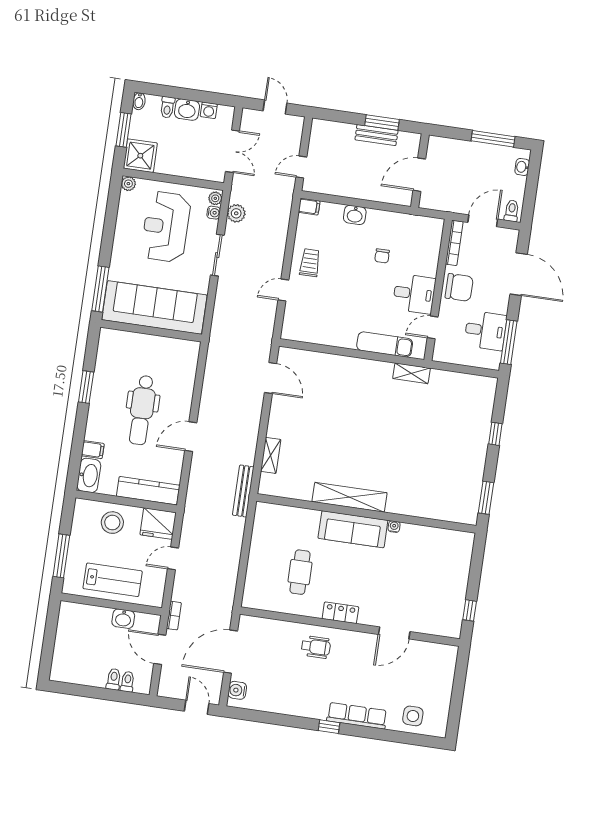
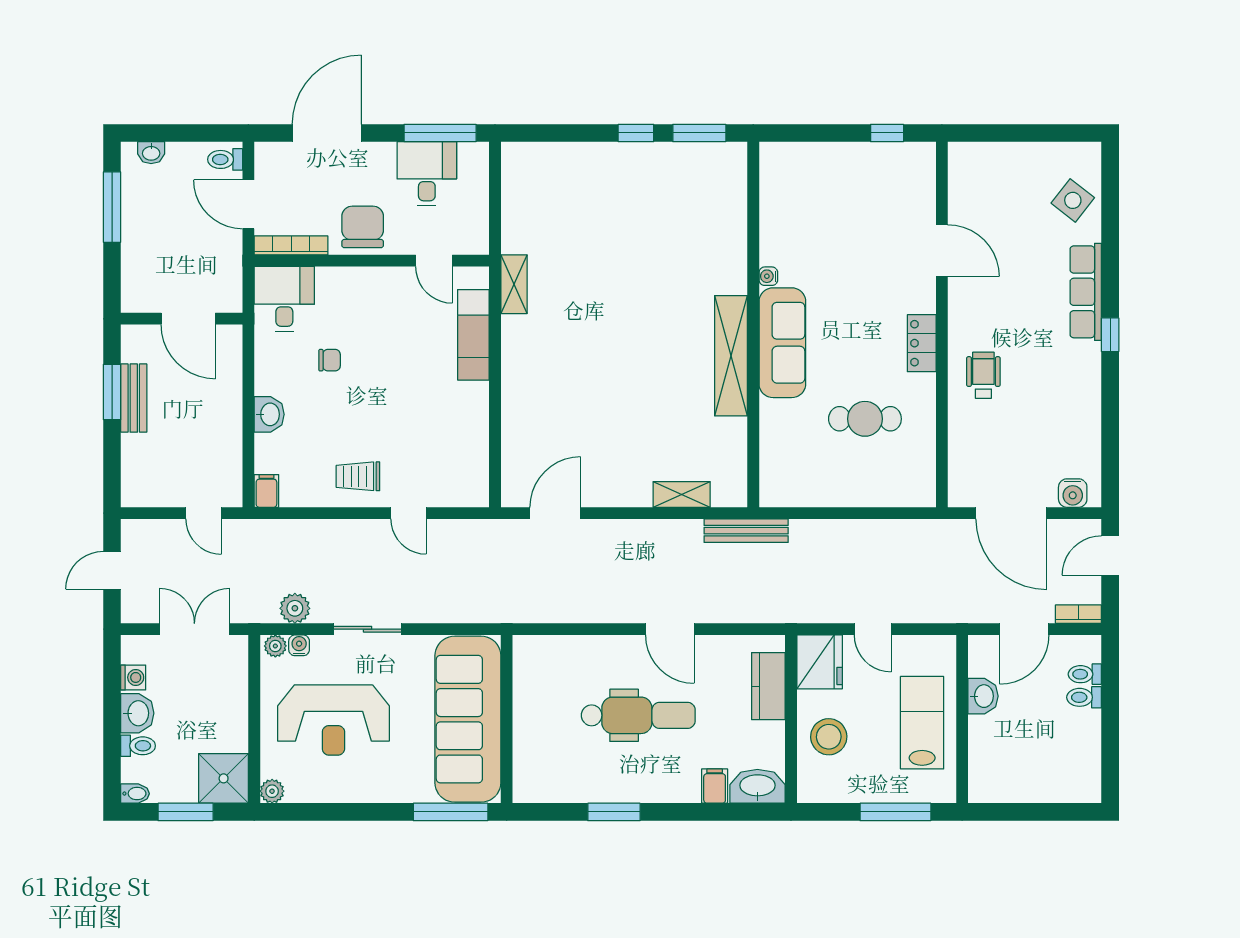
desk: (414, 294) -> (284, 299), moved
window: (495, 434) -> (636, 133), moved
kitchen counter: (148, 491) -> (768, 686), width x0.67
bookcase: (174, 616) -> (1078, 614), moved
side table: (413, 716) -> (1073, 200), turned 37

